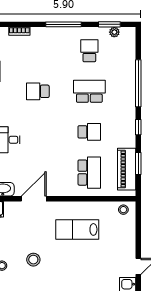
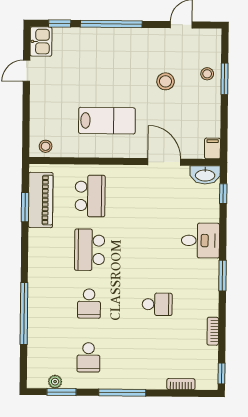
school desk: (89, 91) -> (89, 304), width x0.54
window: (138, 127) -> (25, 255), removed
school desk: (89, 132) -> (90, 250), width x1.85
school desk: (89, 173) -> (90, 196), turned 180
door: (34, 199) -> (164, 162), swing flipped

